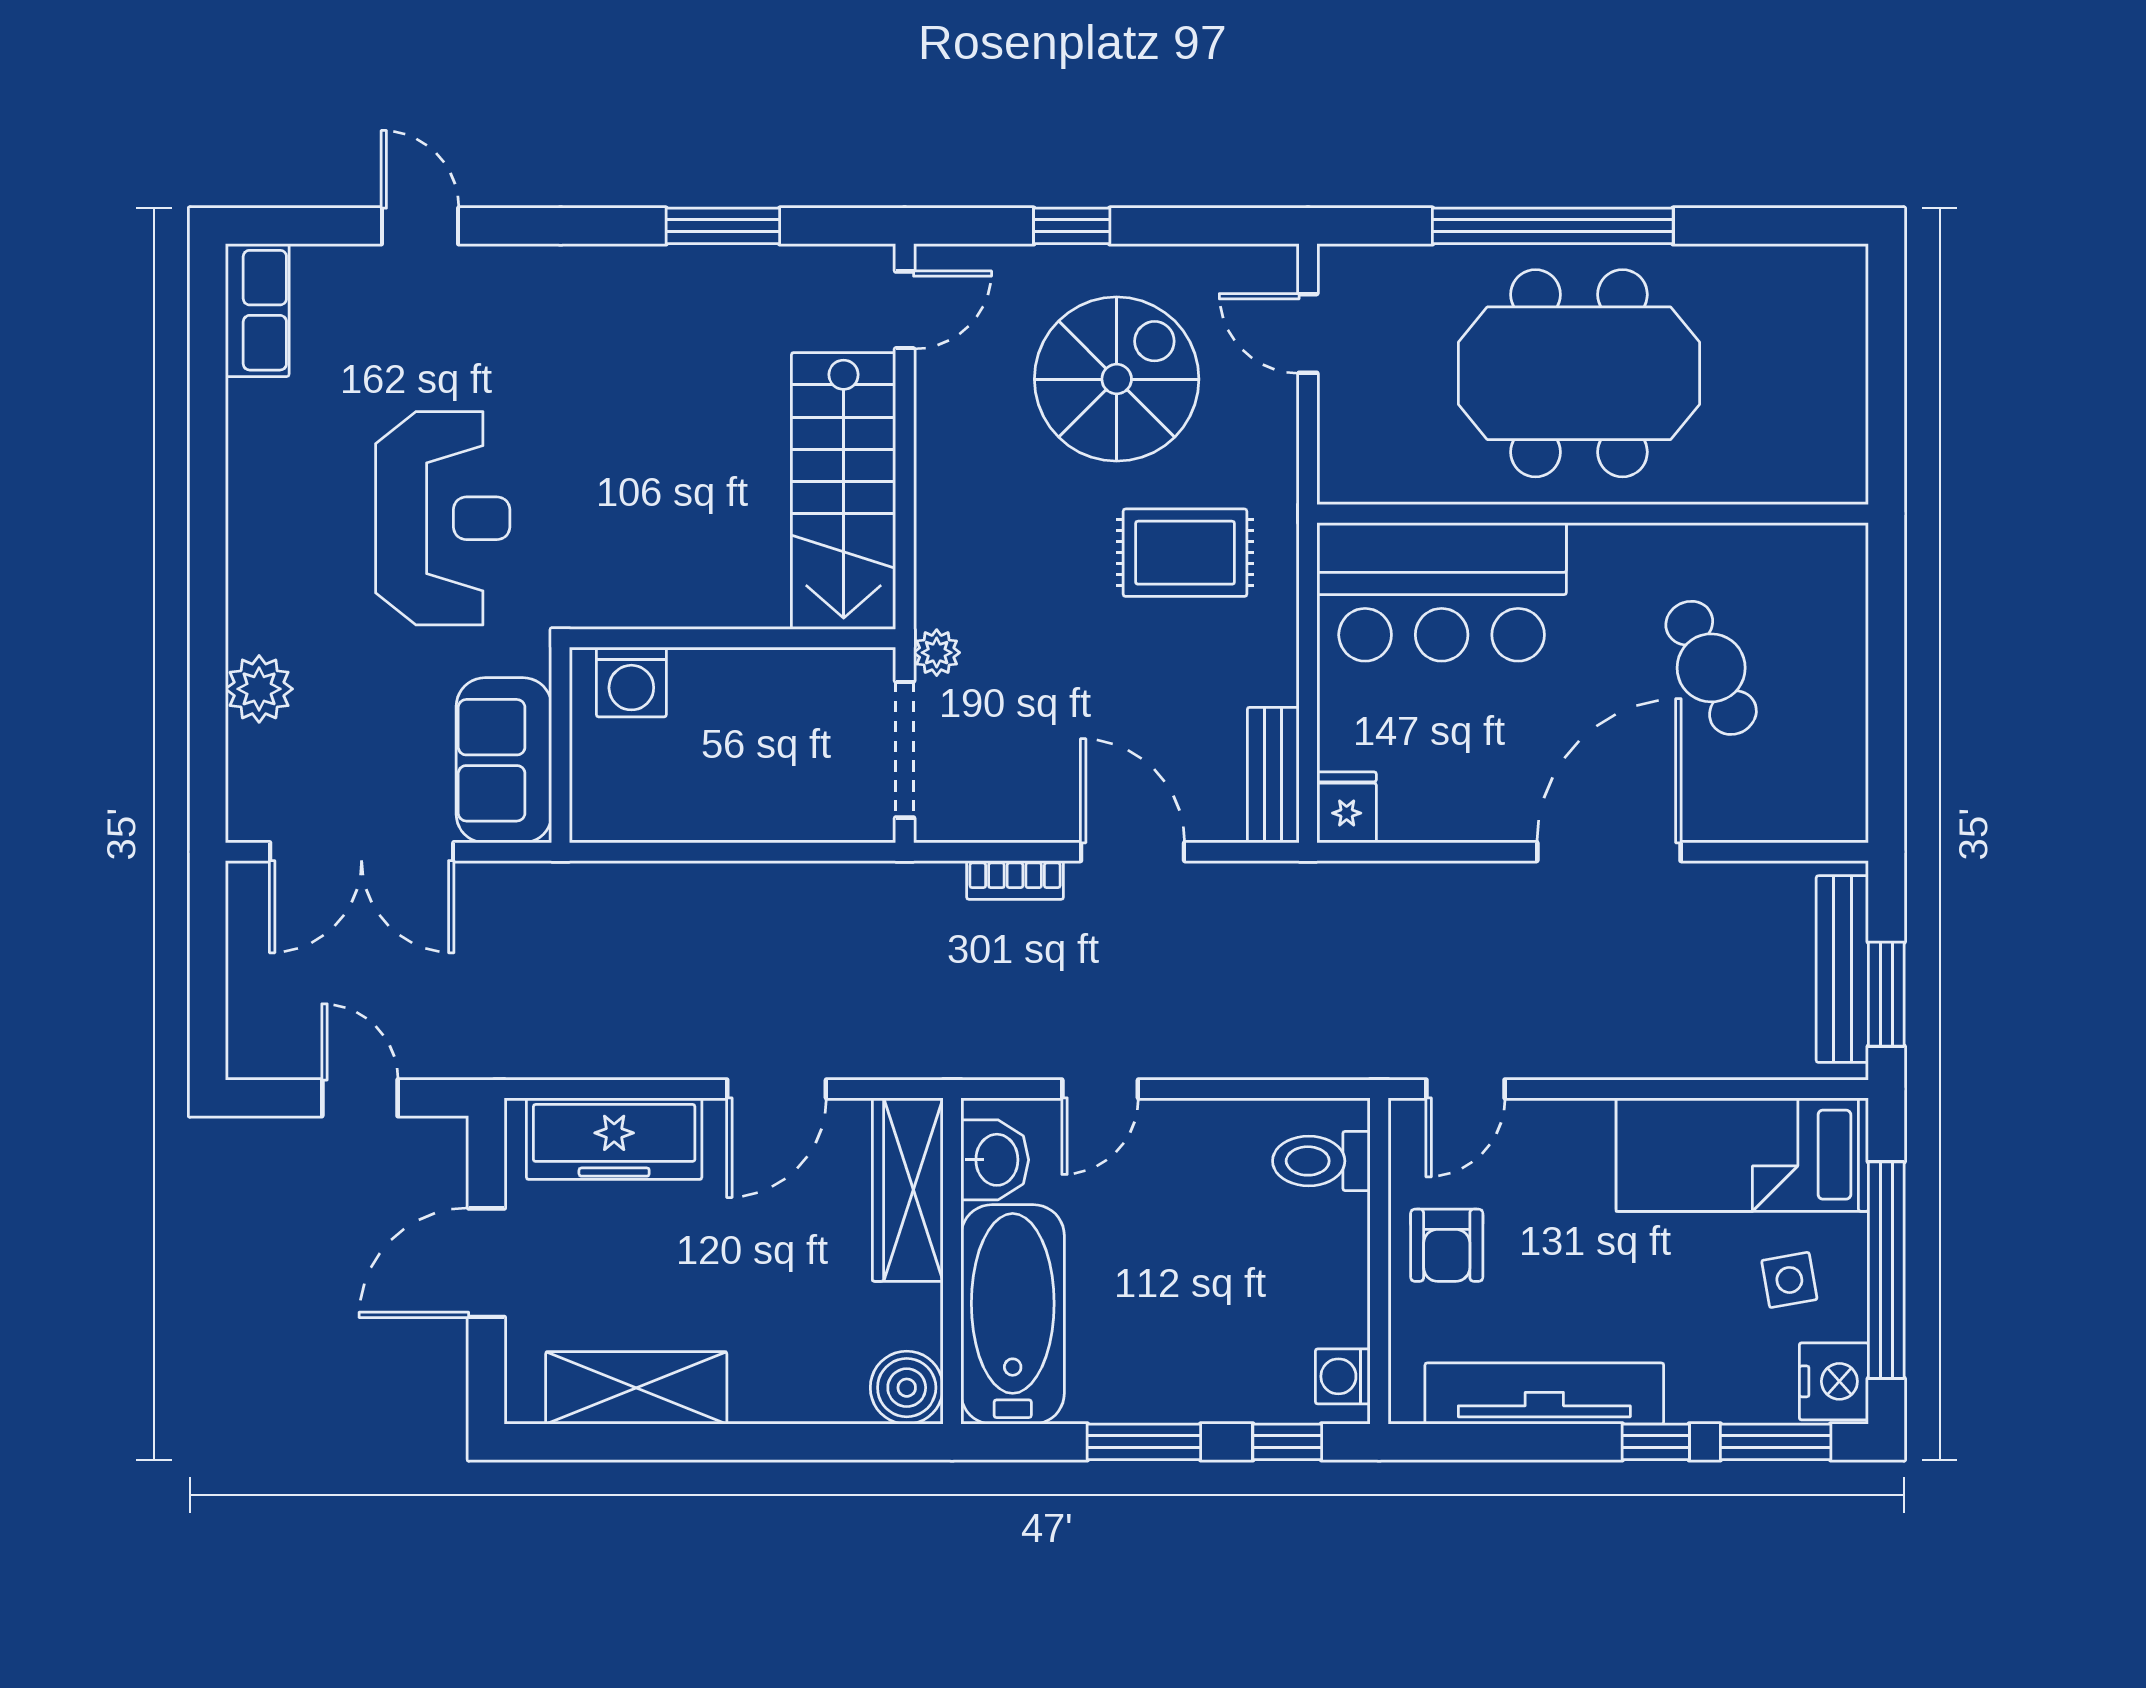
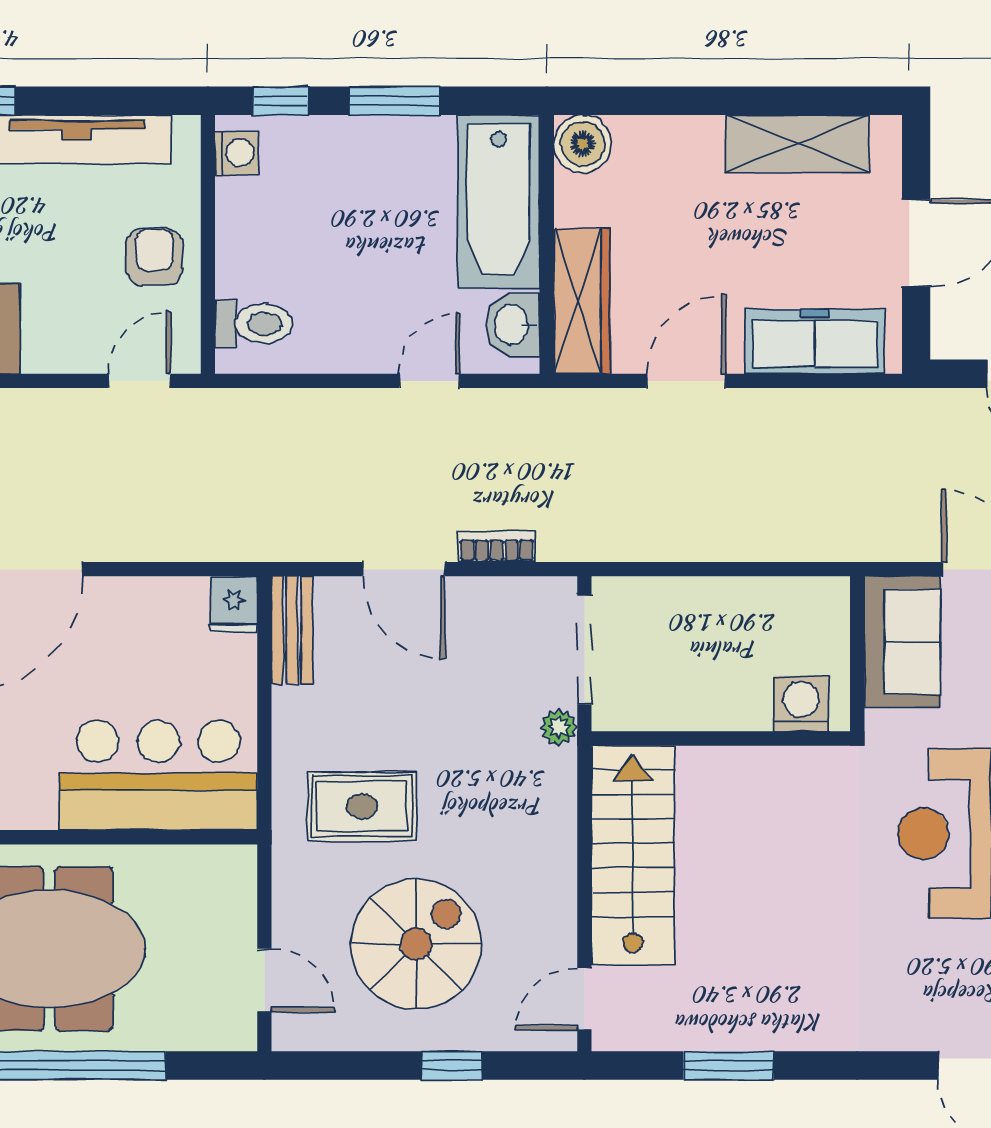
spiral stairs: (1117, 379) -> (416, 944), turned 180

